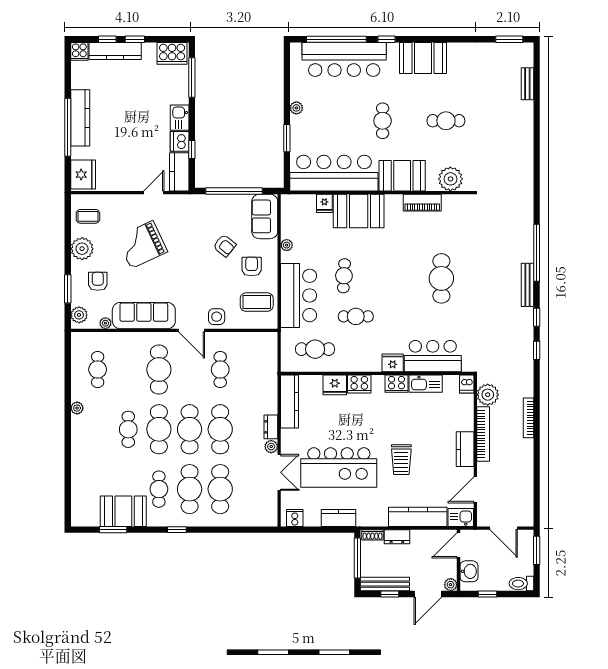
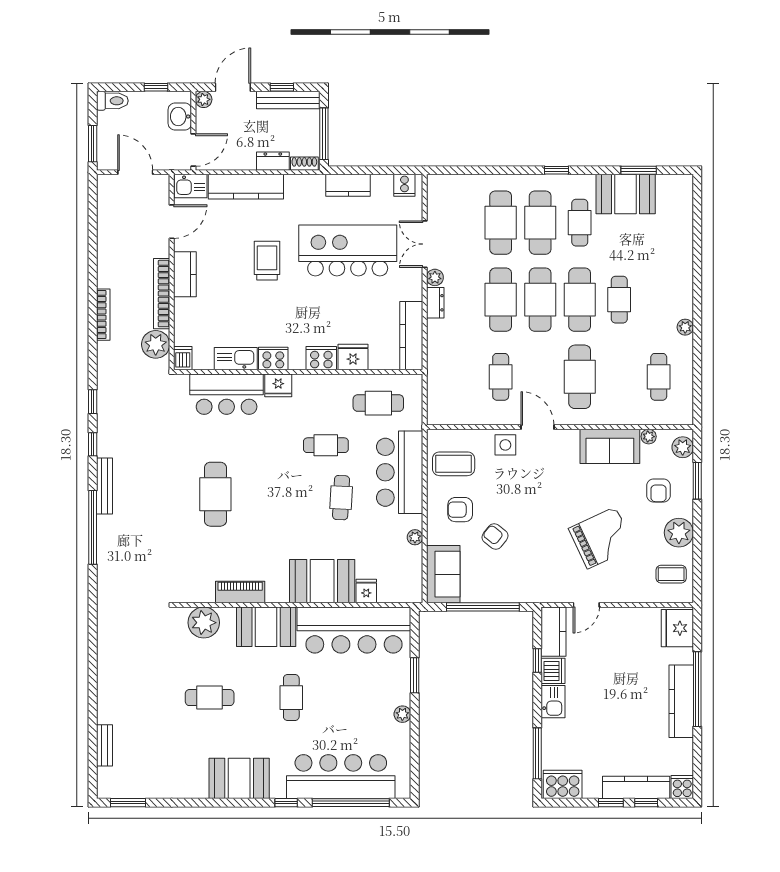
armchair: (252, 267) -> (460, 510), turned 90
sofa: (144, 316) -> (610, 446), width x0.73

